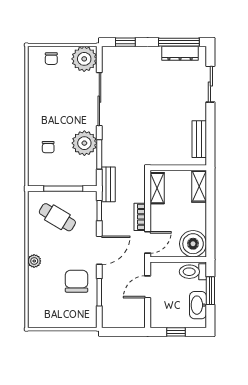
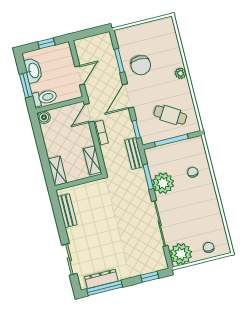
boiler: (193, 244) -> (44, 117), width x0.54, depth x0.54

